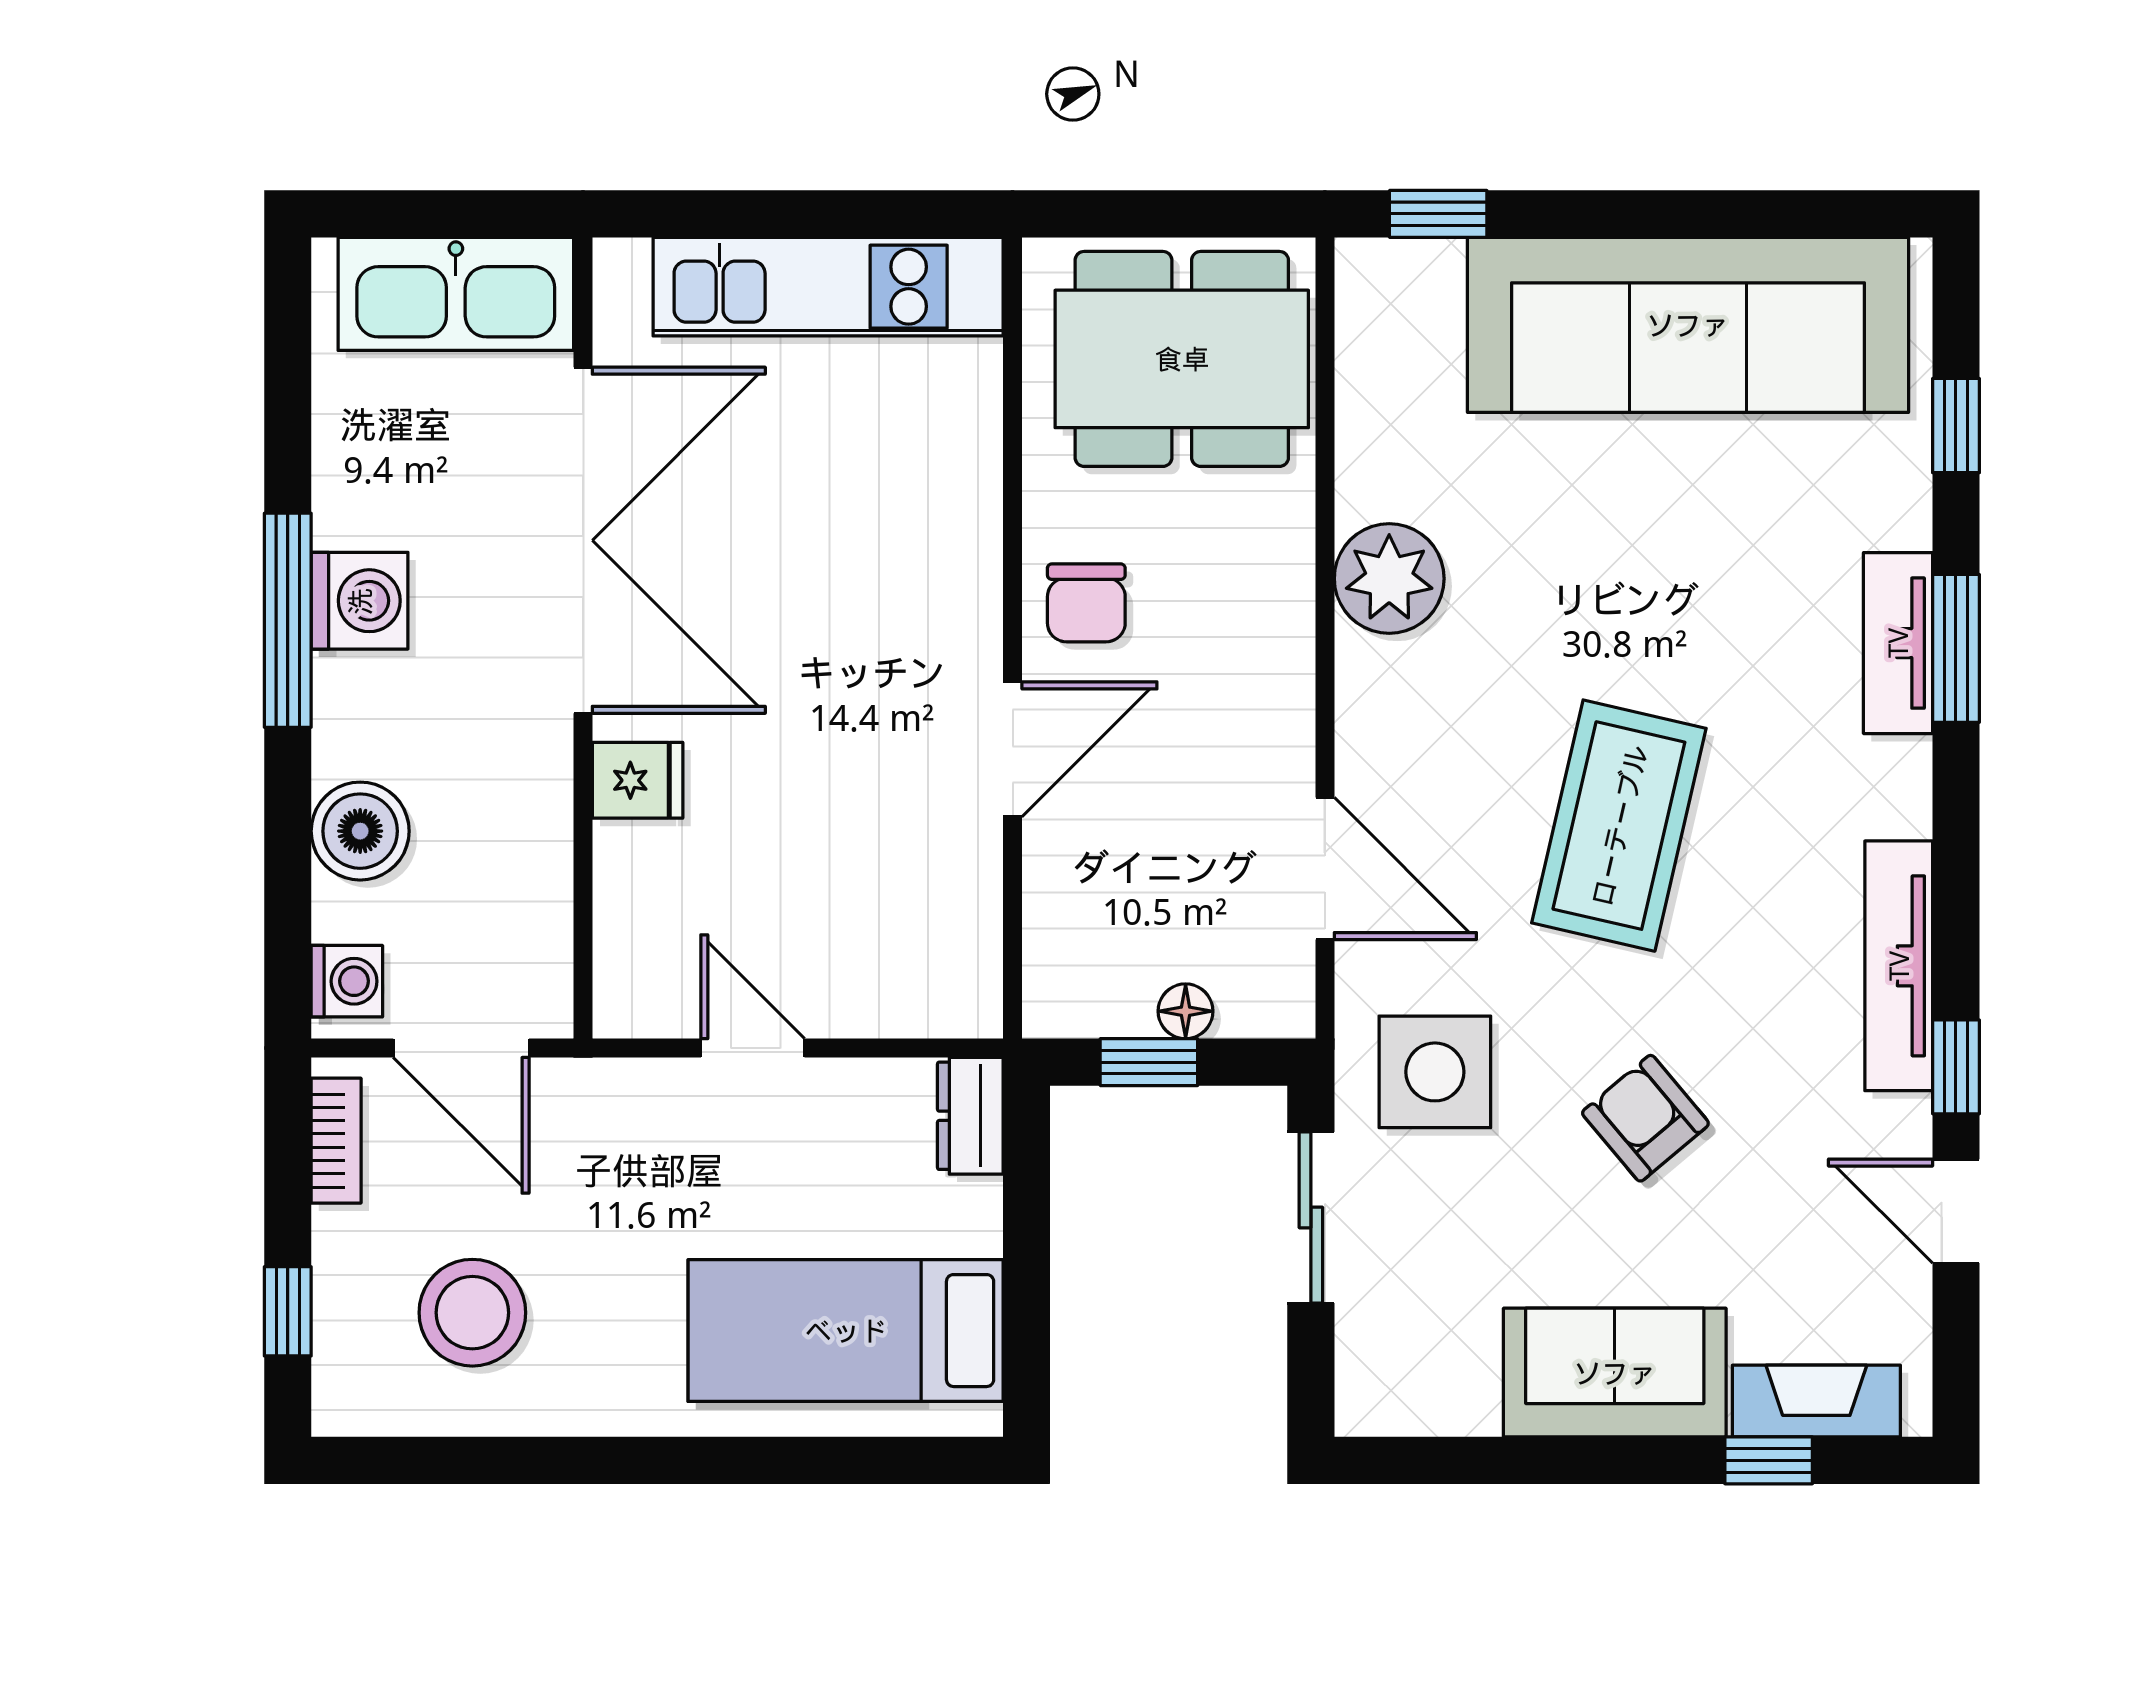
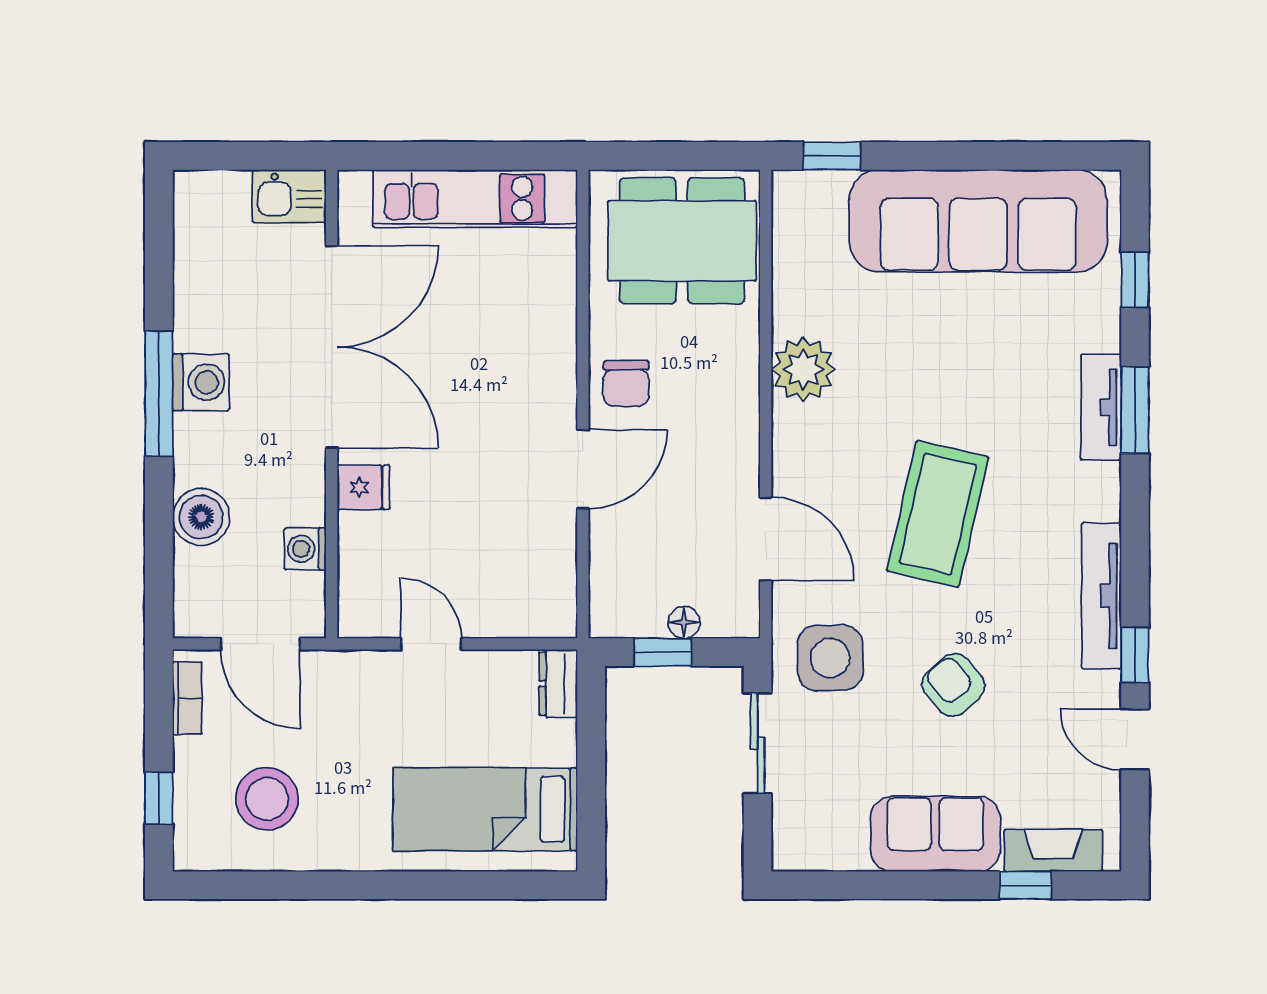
kitchen sink: (456, 294) -> (289, 196), width x0.53, depth x0.81
washing machine: (347, 981) -> (305, 549), moved, turned 180

